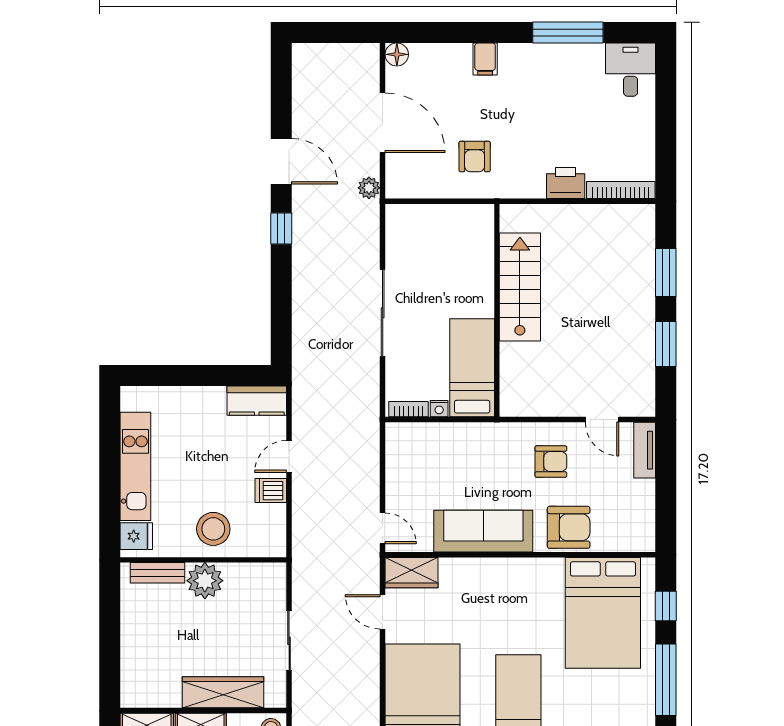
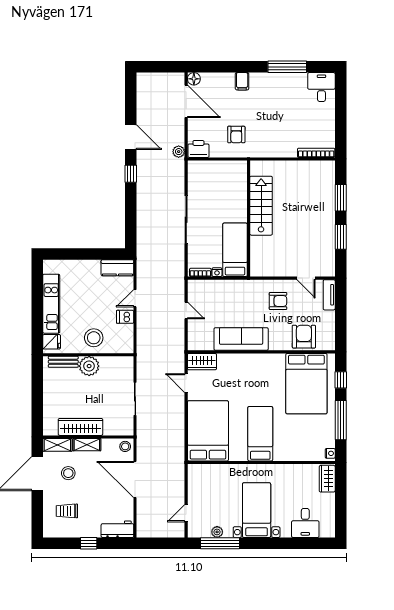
door: (383, 123) -> (186, 101), moved
printer: (566, 183) -> (198, 149), moved
armchair: (569, 527) -> (304, 337), moved, turned -90
door: (383, 528) -> (186, 311), moved
wardrobe: (223, 692) -> (80, 427), moved

